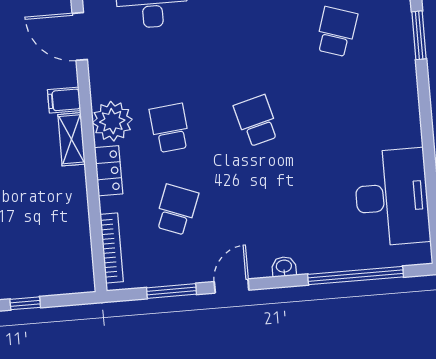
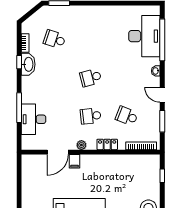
door: (80, 36) -> (58, 152), moved
plant: (112, 121) -> (81, 145), width x0.53, depth x0.53
shelving: (71, 139) -> (92, 160), removed
desk: (392, 197) -> (144, 36), moved, turned 90
window: (25, 303) -> (162, 176), moved

